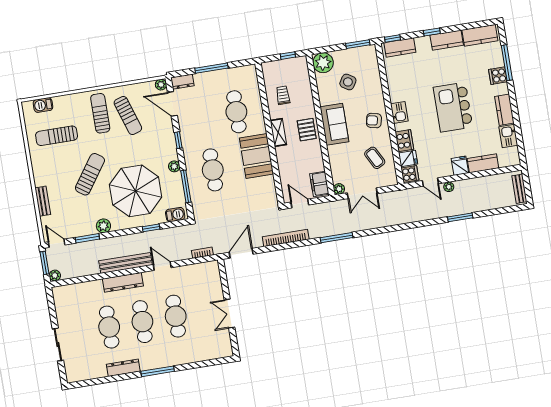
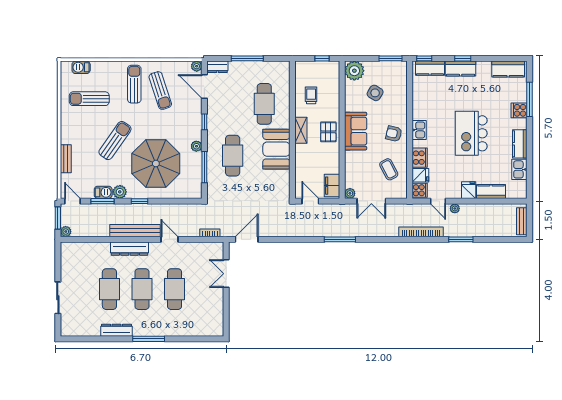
kitchen counter: (447, 40) -> (461, 68), moved
barbecue: (175, 215) -> (103, 192), moved
window: (151, 228) -> (139, 201), moved
bookcase: (286, 238) -> (421, 232), moved
double door: (229, 314) -> (226, 274), moved

